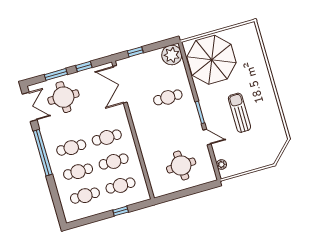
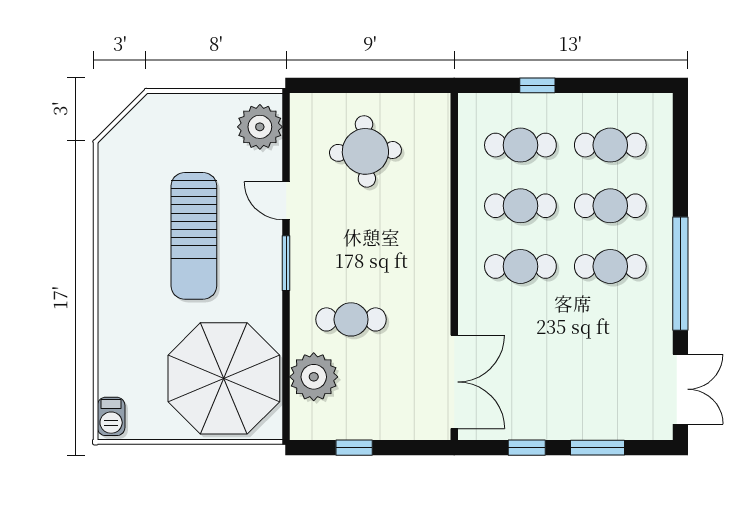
barbecue: (252, 32) -> (111, 416), added
window: (135, 52) -> (354, 448), moved
plant: (172, 55) -> (314, 377), moved
round table: (63, 97) -> (595, 390), removed
double door: (30, 107) -> (680, 389), swing flipped
sun lounger: (239, 113) -> (194, 236), width x1.36, depth x1.34
plant: (221, 165) -> (260, 127), width x1.87, depth x1.87

